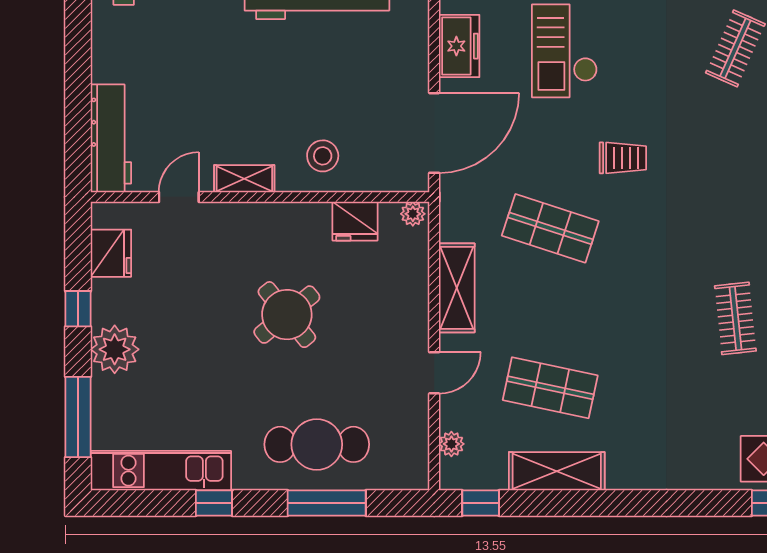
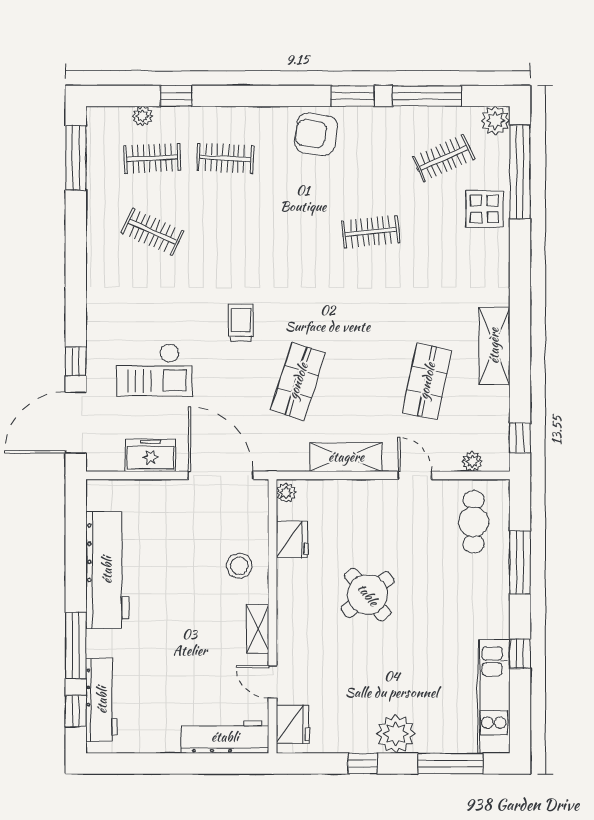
fridge: (111, 253) -> (293, 724), moved, turned 90
cafe table: (317, 444) -> (473, 522), moved, width x0.73, depth x0.74
shelving: (557, 471) -> (494, 346), moved

